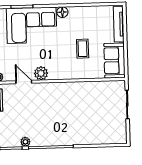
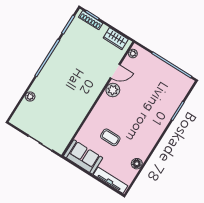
floor lamp: (62, 12) -> (137, 164), moved
corner sofa: (32, 25) -> (157, 109), removed
plant: (25, 142) -> (30, 97), moved

